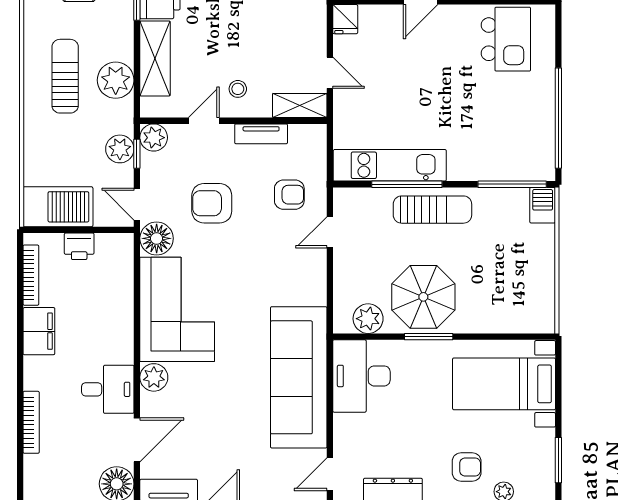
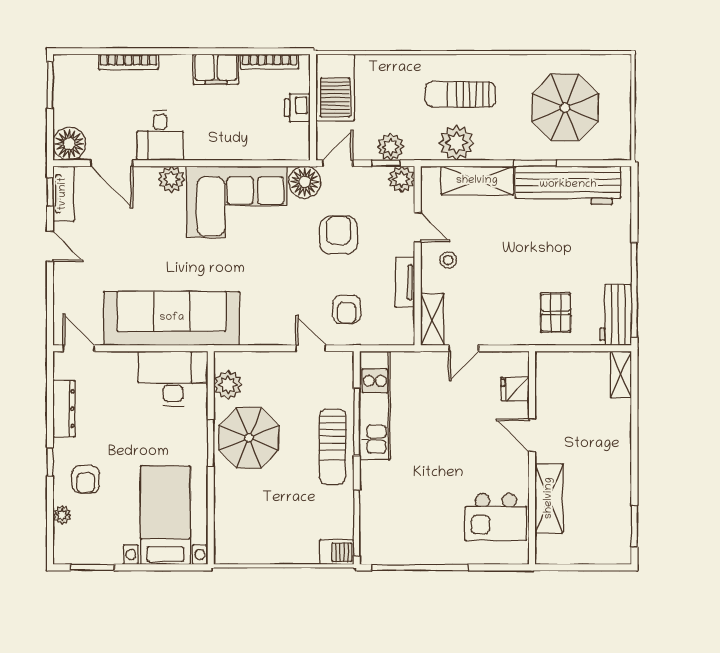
fridge: (345, 19) -> (515, 389), moved
sun lounger: (65, 76) -> (460, 94), turned 180

